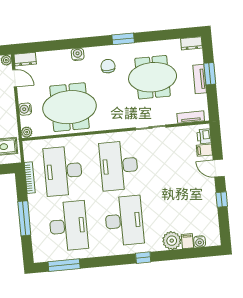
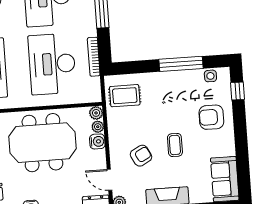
plant: (25, 121) -> (98, 127), added
desk: (63, 171) -> (52, 64), turned 180

